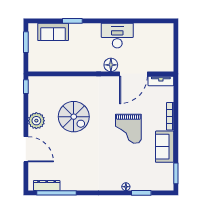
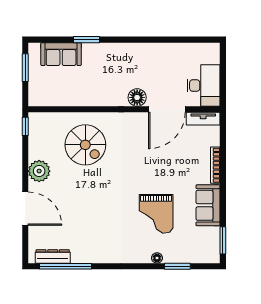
desk: (117, 36) -> (204, 86), moved, turned 90
spiral stairs: (74, 117) -> (85, 145), moved
grand piano: (128, 129) -> (156, 214), moved

